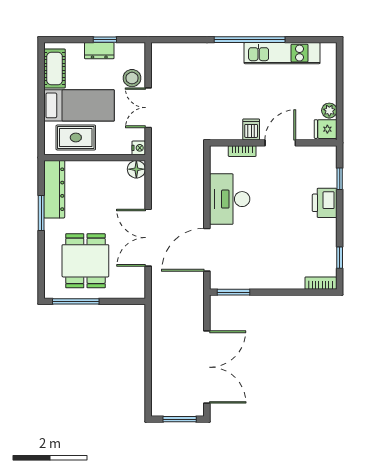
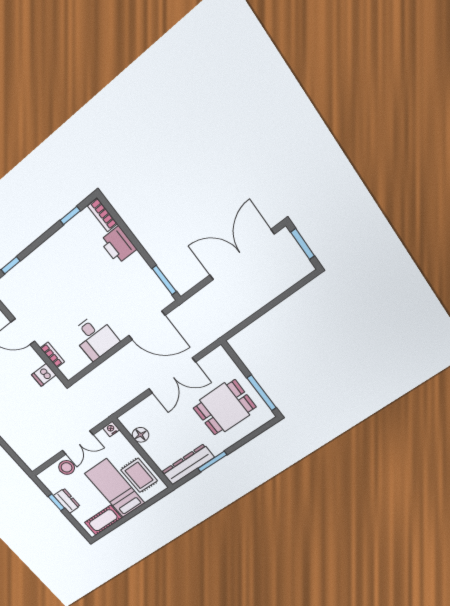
dishwasher: (251, 129) -> (44, 375), moved
floor lamp: (136, 169) -> (141, 435), moved
desk: (230, 199) -> (95, 337), width x0.73
printer: (325, 203) -> (118, 245), moved, turned 90

